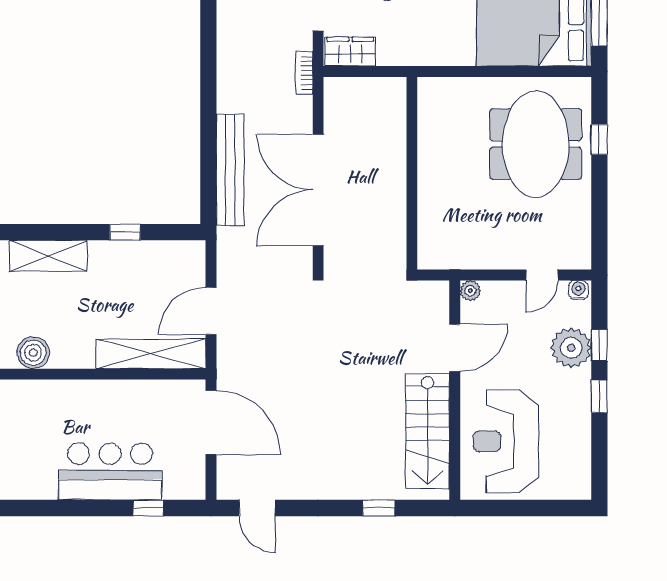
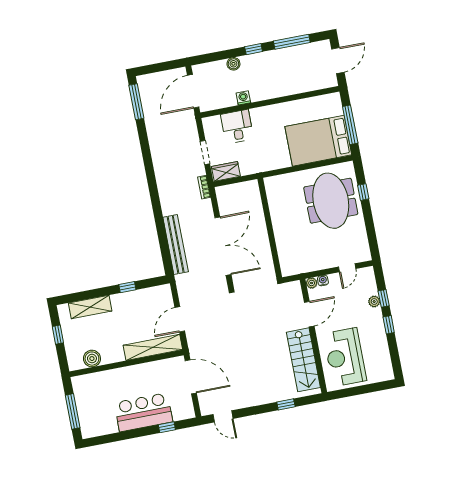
double door: (318, 190) -> (223, 246), swing flipped
water cooler: (578, 290) -> (323, 280), moved
plant: (571, 348) -> (374, 302), width x0.53, depth x0.53

